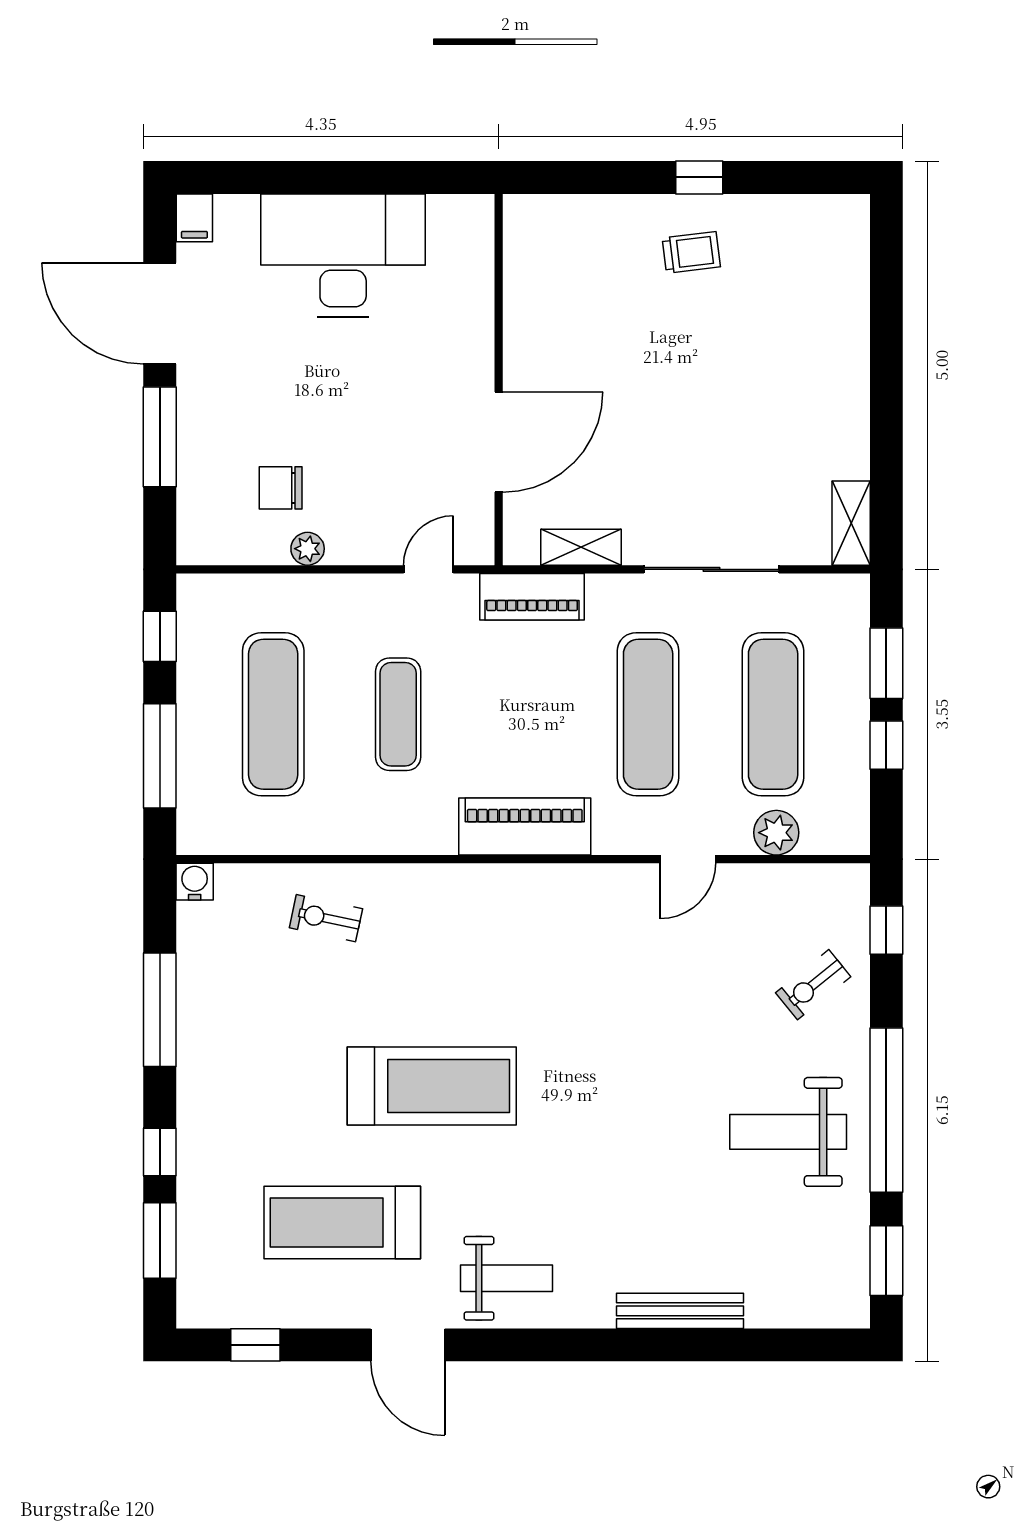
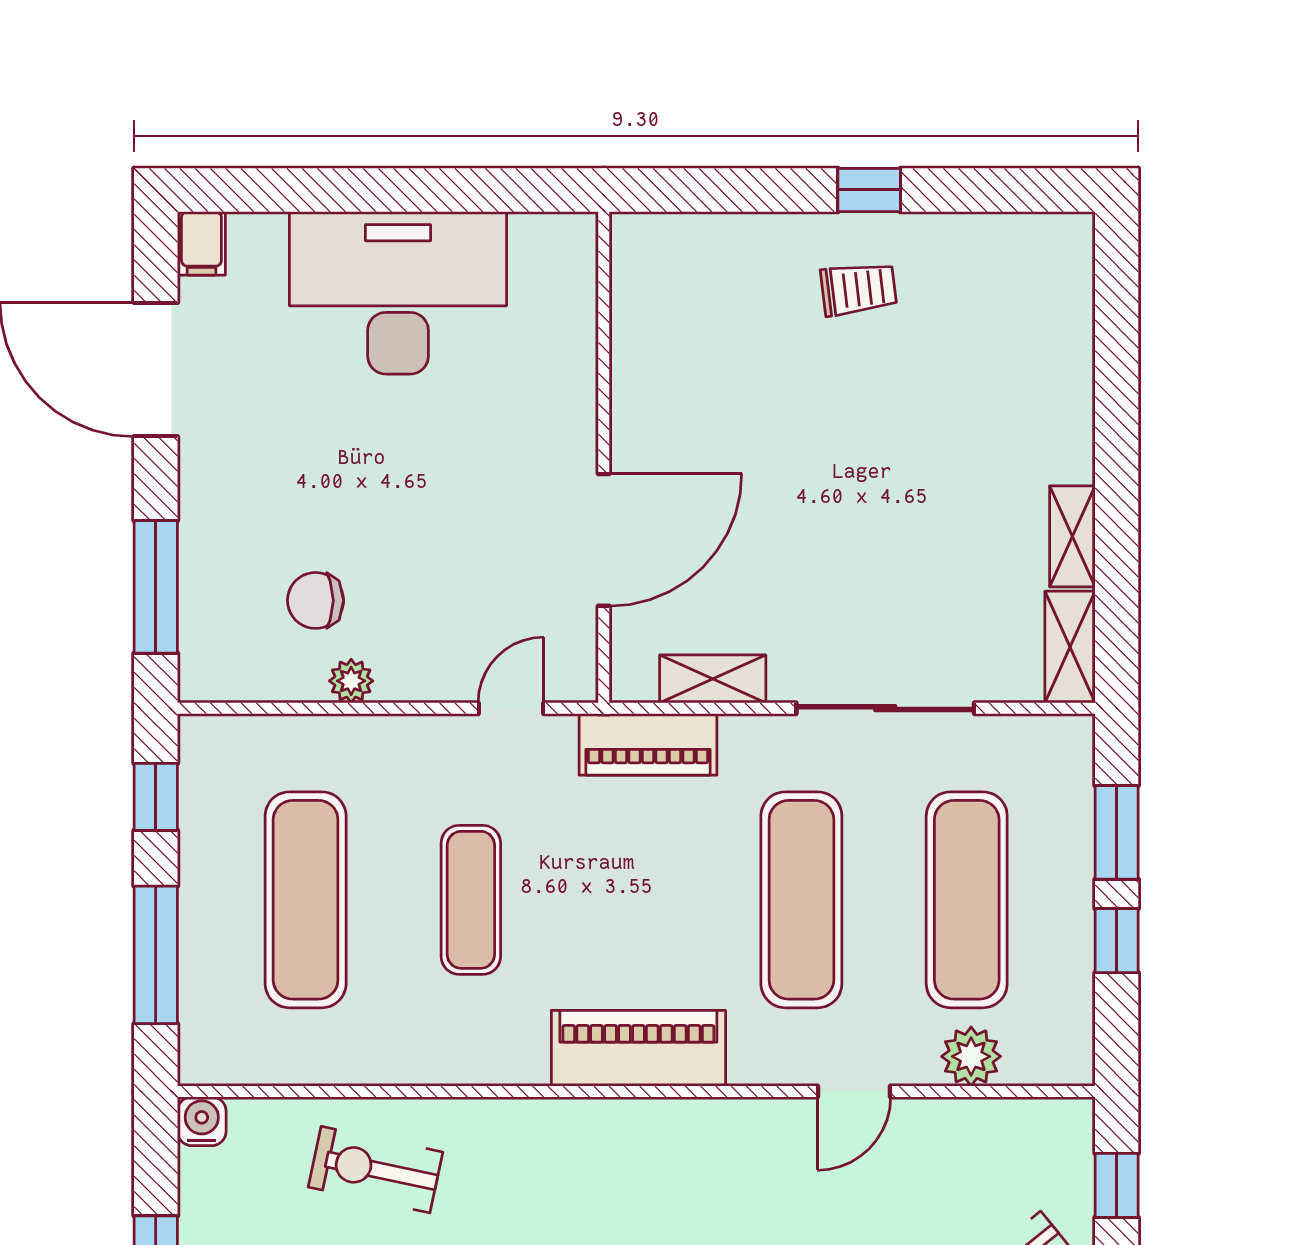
window: (160, 437) -> (156, 587), moved
shelving: (853, 439) -> (1072, 536), added
exercise bike: (326, 918) -> (376, 1170), width x1.38, depth x1.39

